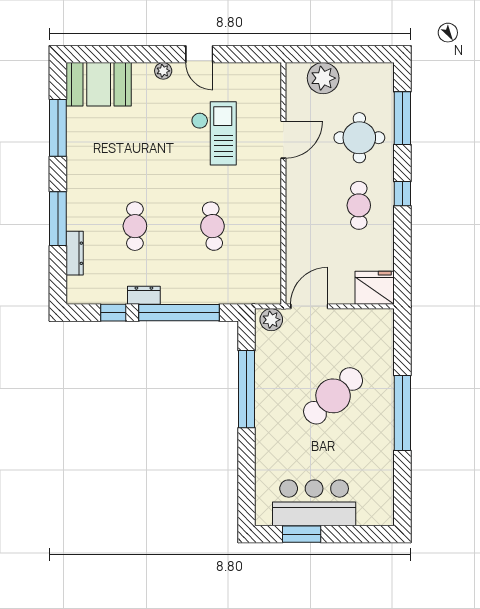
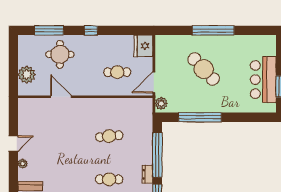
checkout: (214, 133) -> (57, 135), removed
cafe table: (359, 205) -> (117, 72), moved
door: (309, 306) -> (154, 82), hinge flipped

